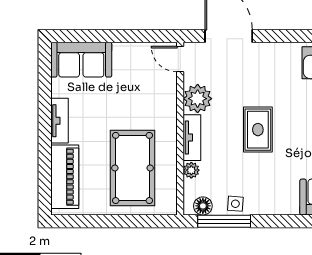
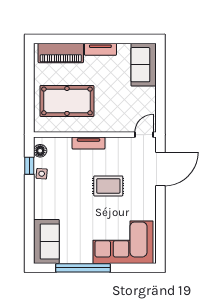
plant: (198, 99) -> (116, 147), removed
rug: (258, 130) -> (108, 186), moved
plant: (191, 170) -> (65, 143), removed
window: (224, 221) -> (29, 166), width x0.46

